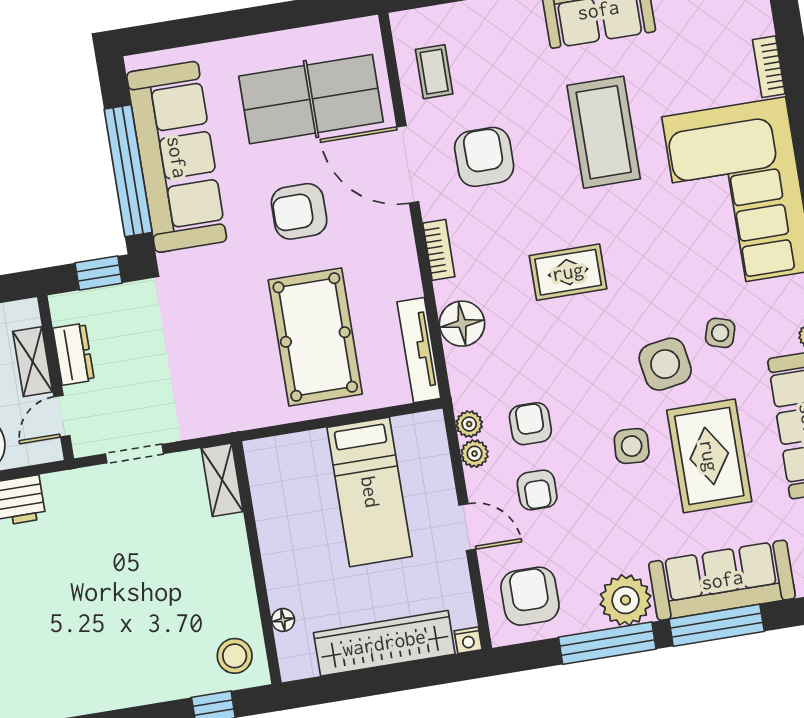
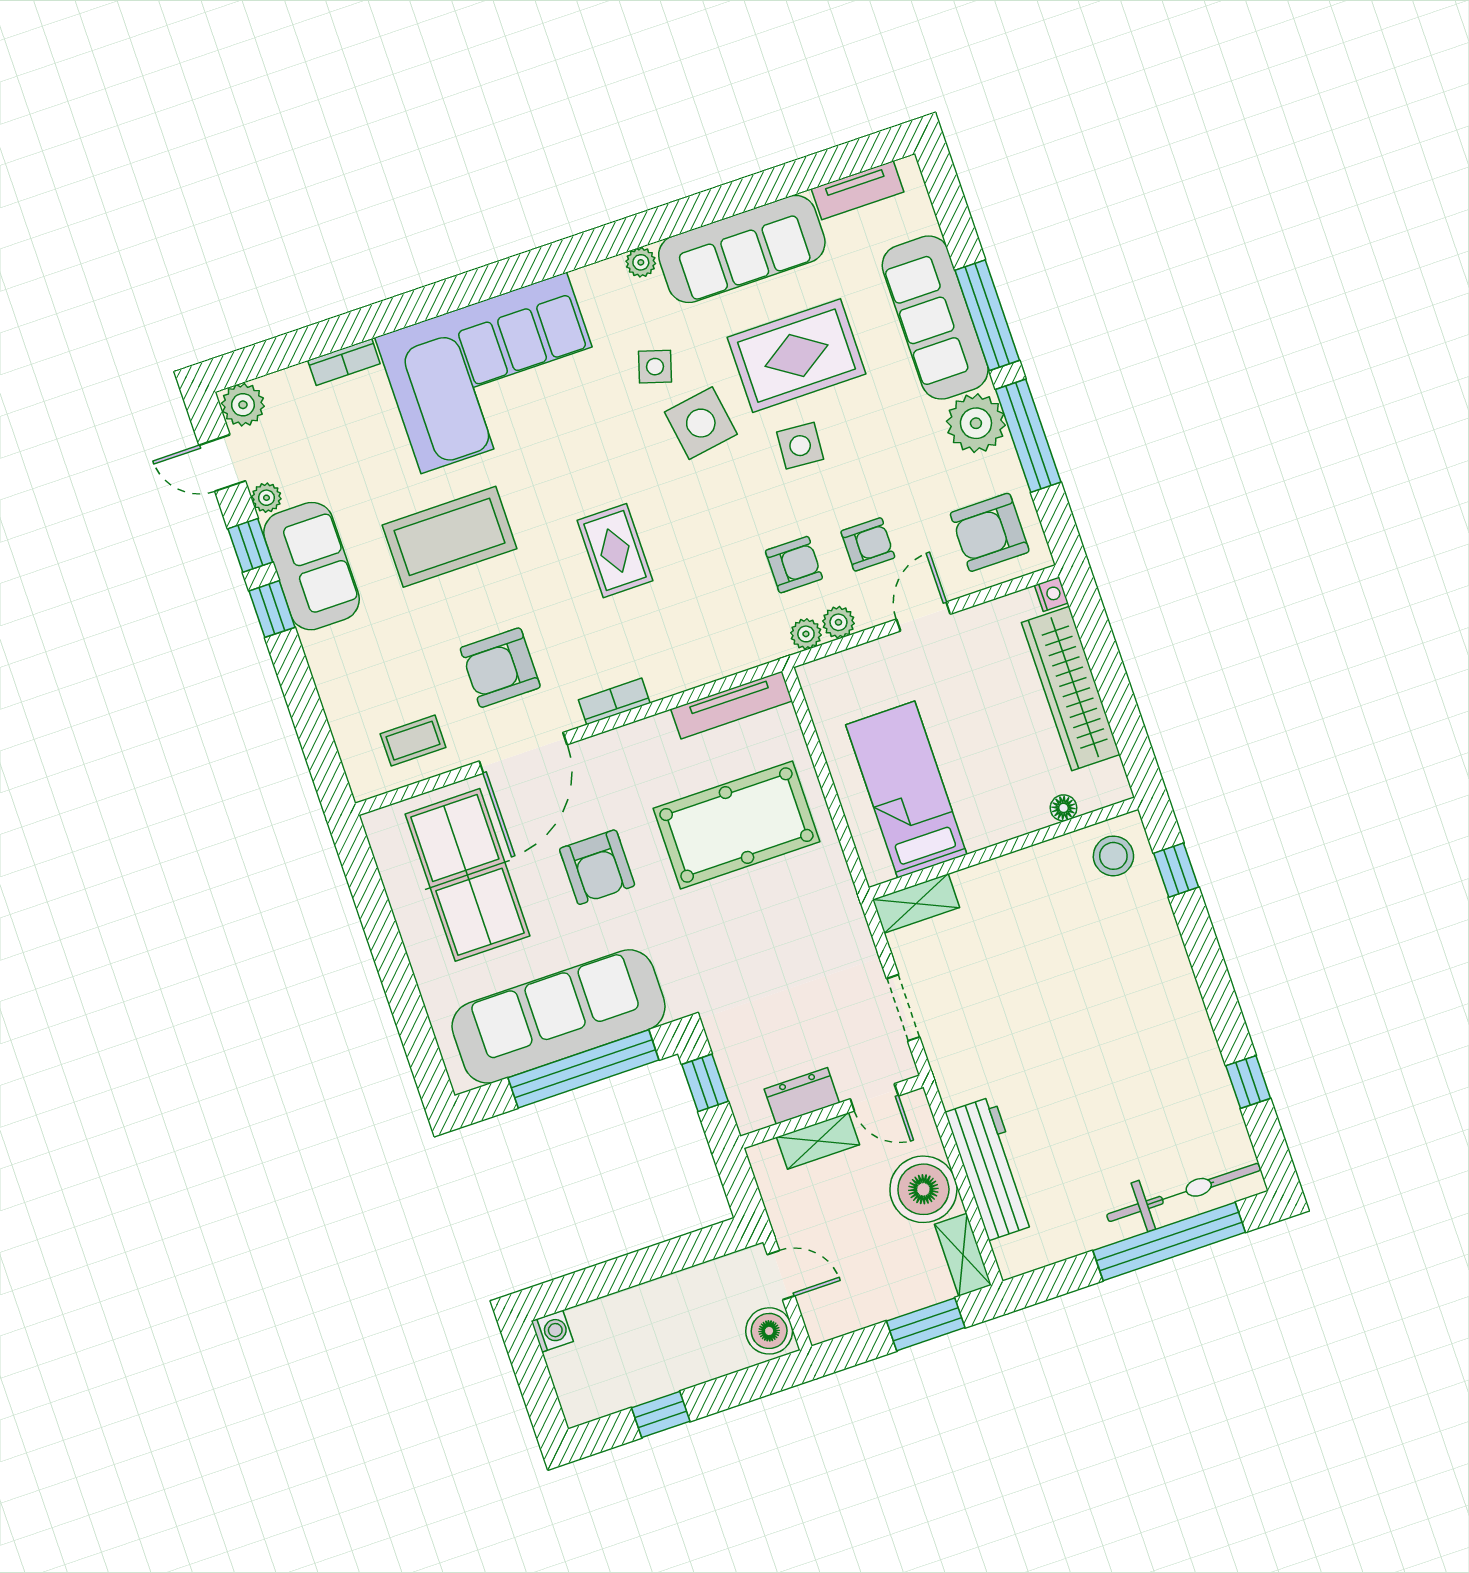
floor lamp: (462, 324) -> (693, 661), removed
armchair: (530, 424) -> (794, 565), turned 180
bed: (370, 492) -> (906, 790), moved, turned -90

